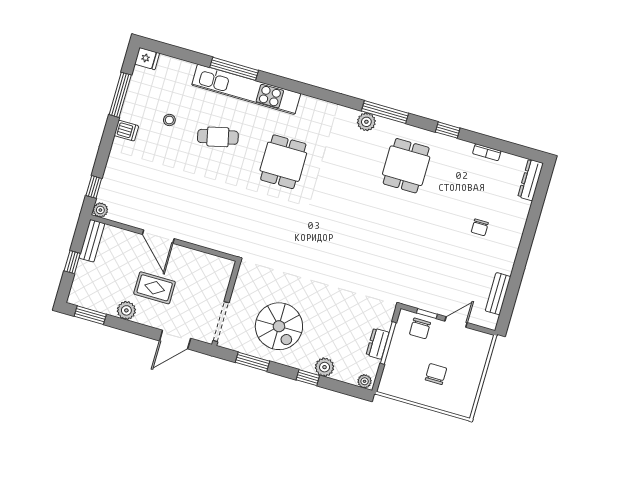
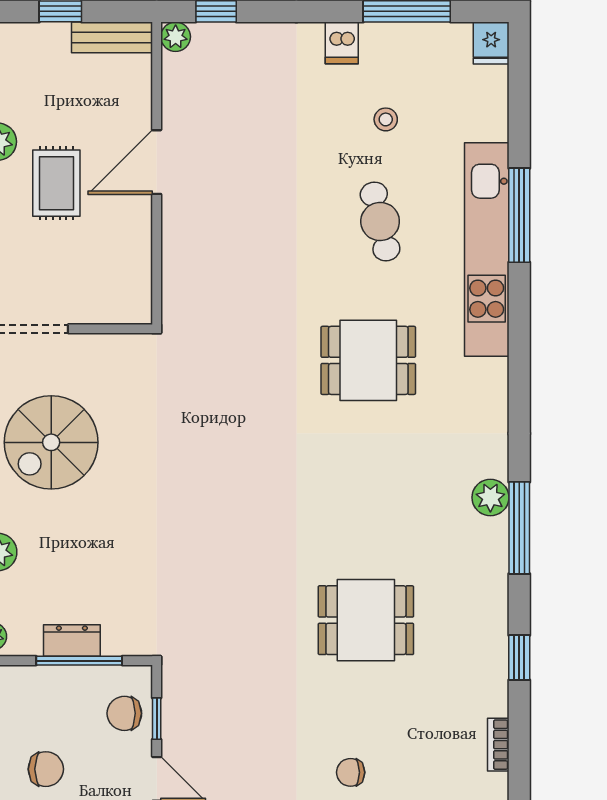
dining table: (406, 166) -> (366, 620), moved

